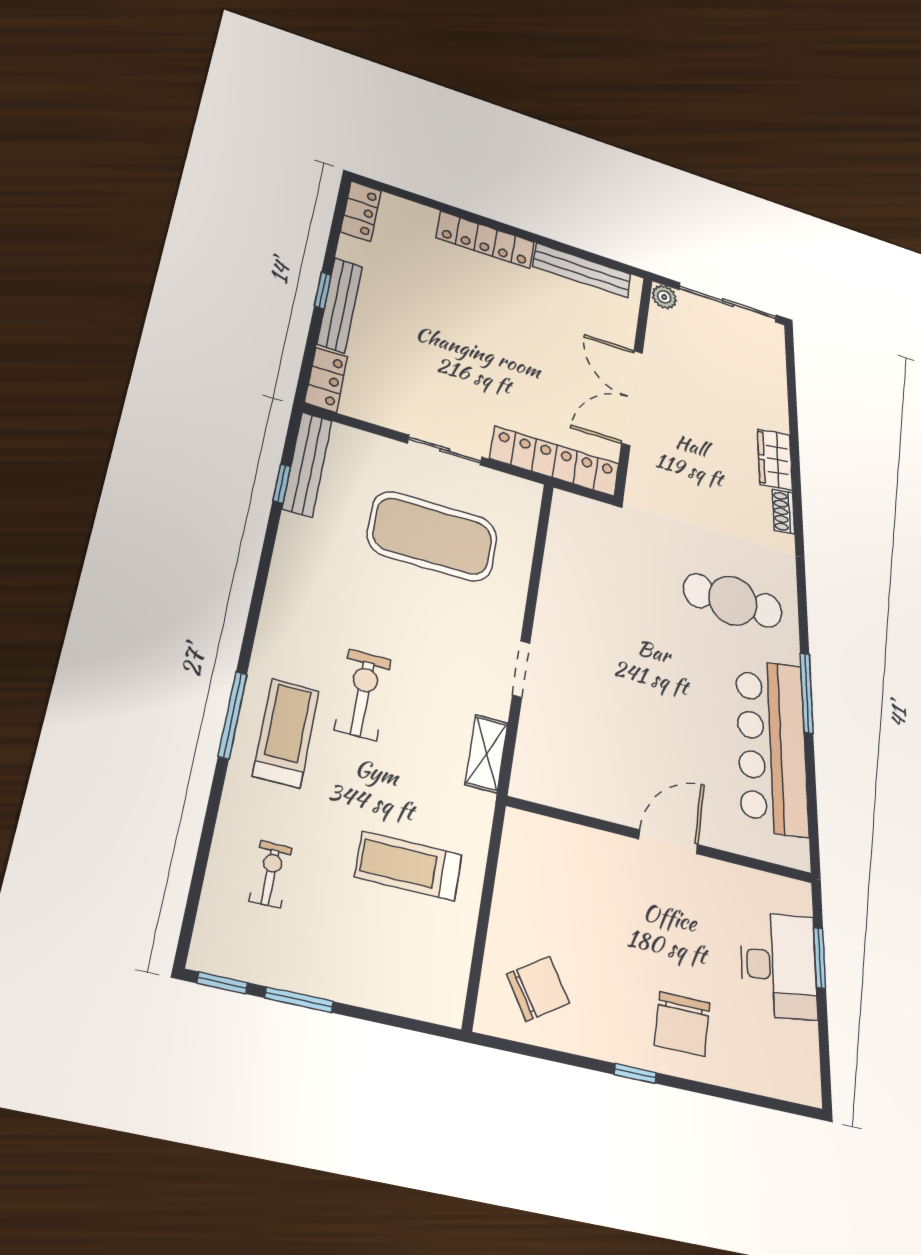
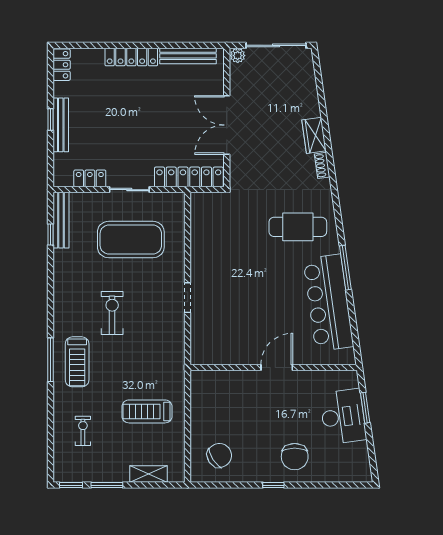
locker: (326, 380) -> (90, 178), moved, turned -90
exercise bike: (363, 695) -> (112, 313), moved
treadmill: (286, 733) -> (77, 362), turned 180
shelving: (487, 754) -> (149, 474), moved, turned 90

